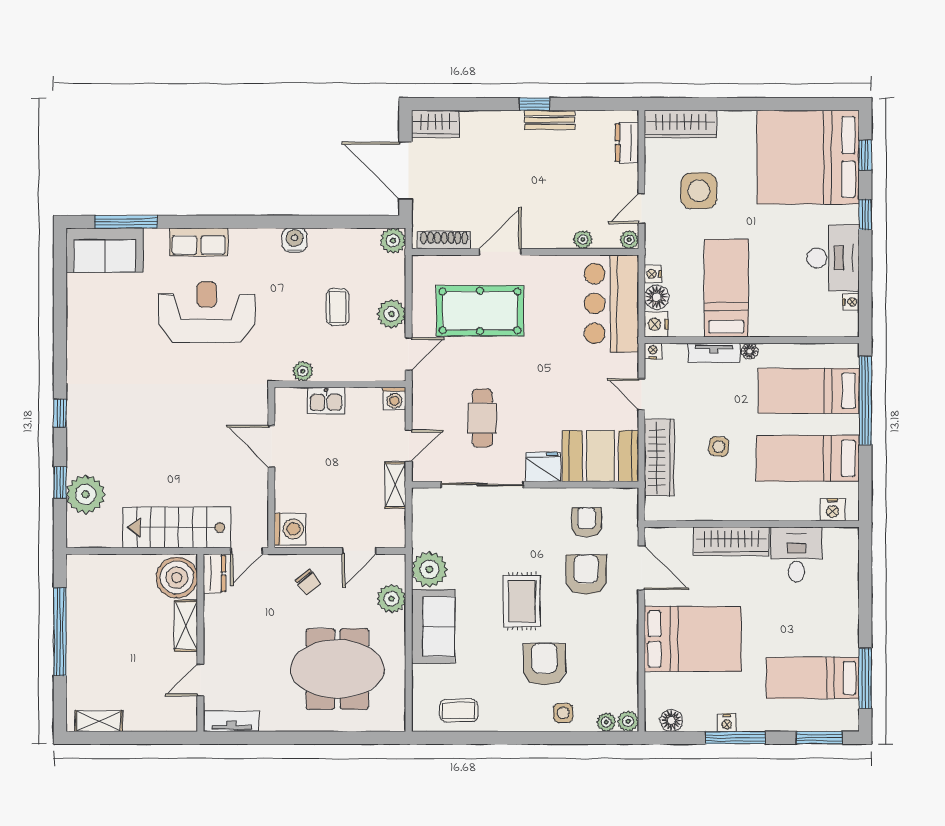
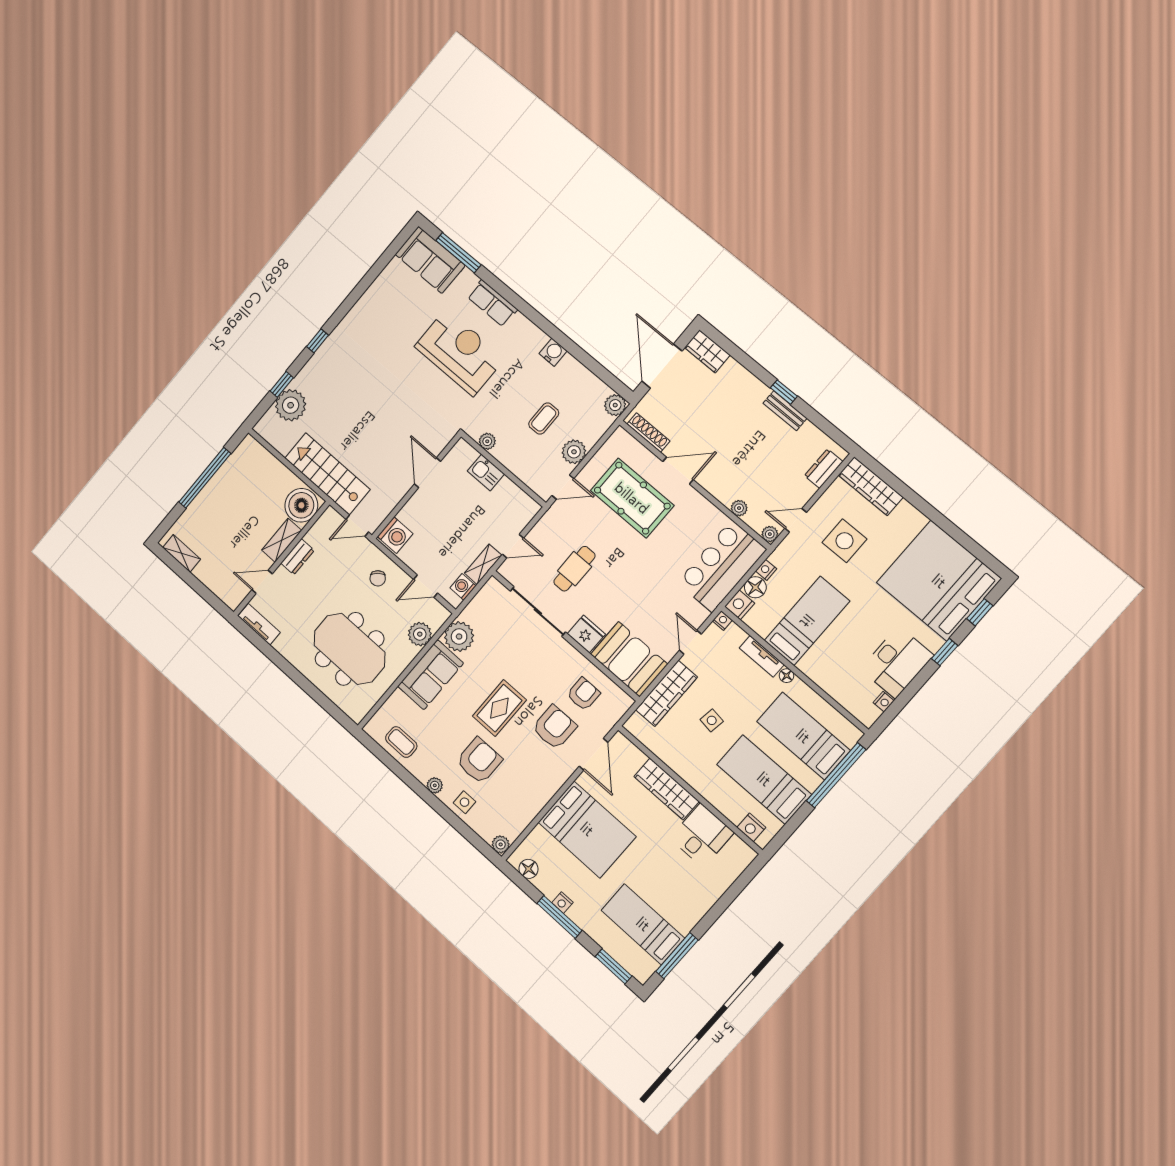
washing machine: (394, 398) -> (463, 587), moved, turned 90
dresser: (214, 574) -> (297, 557), moved
plant: (606, 722) -> (435, 785), moved

